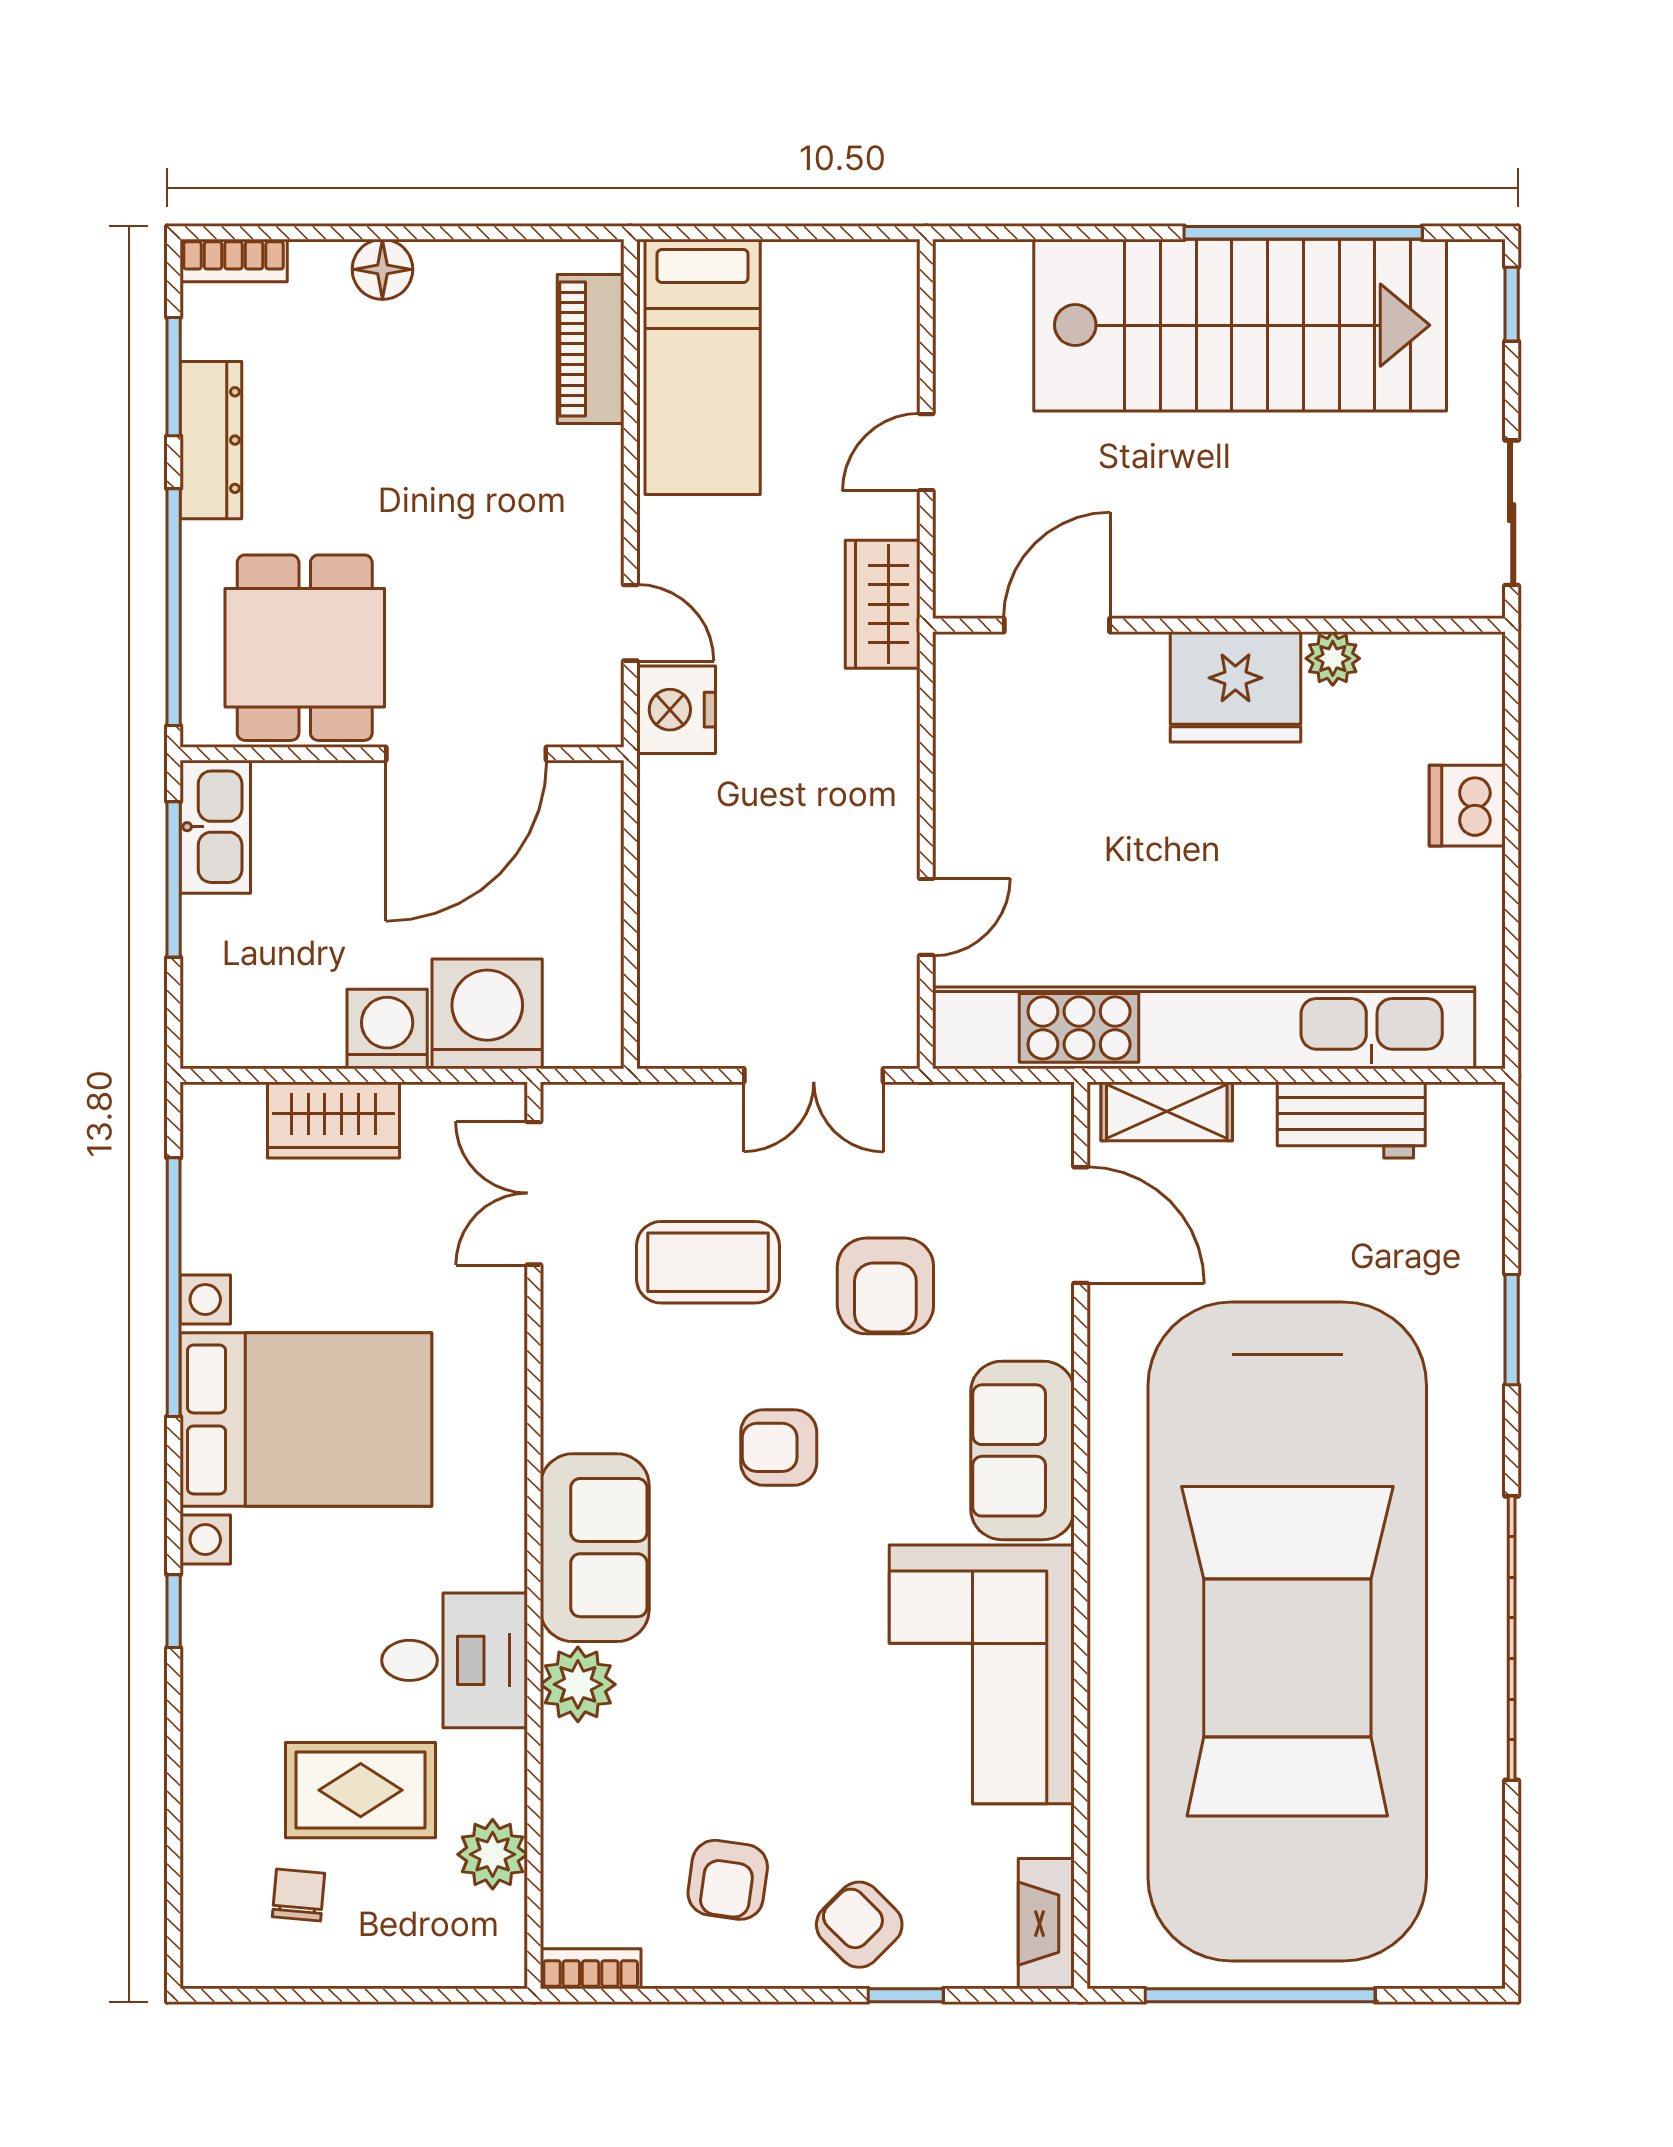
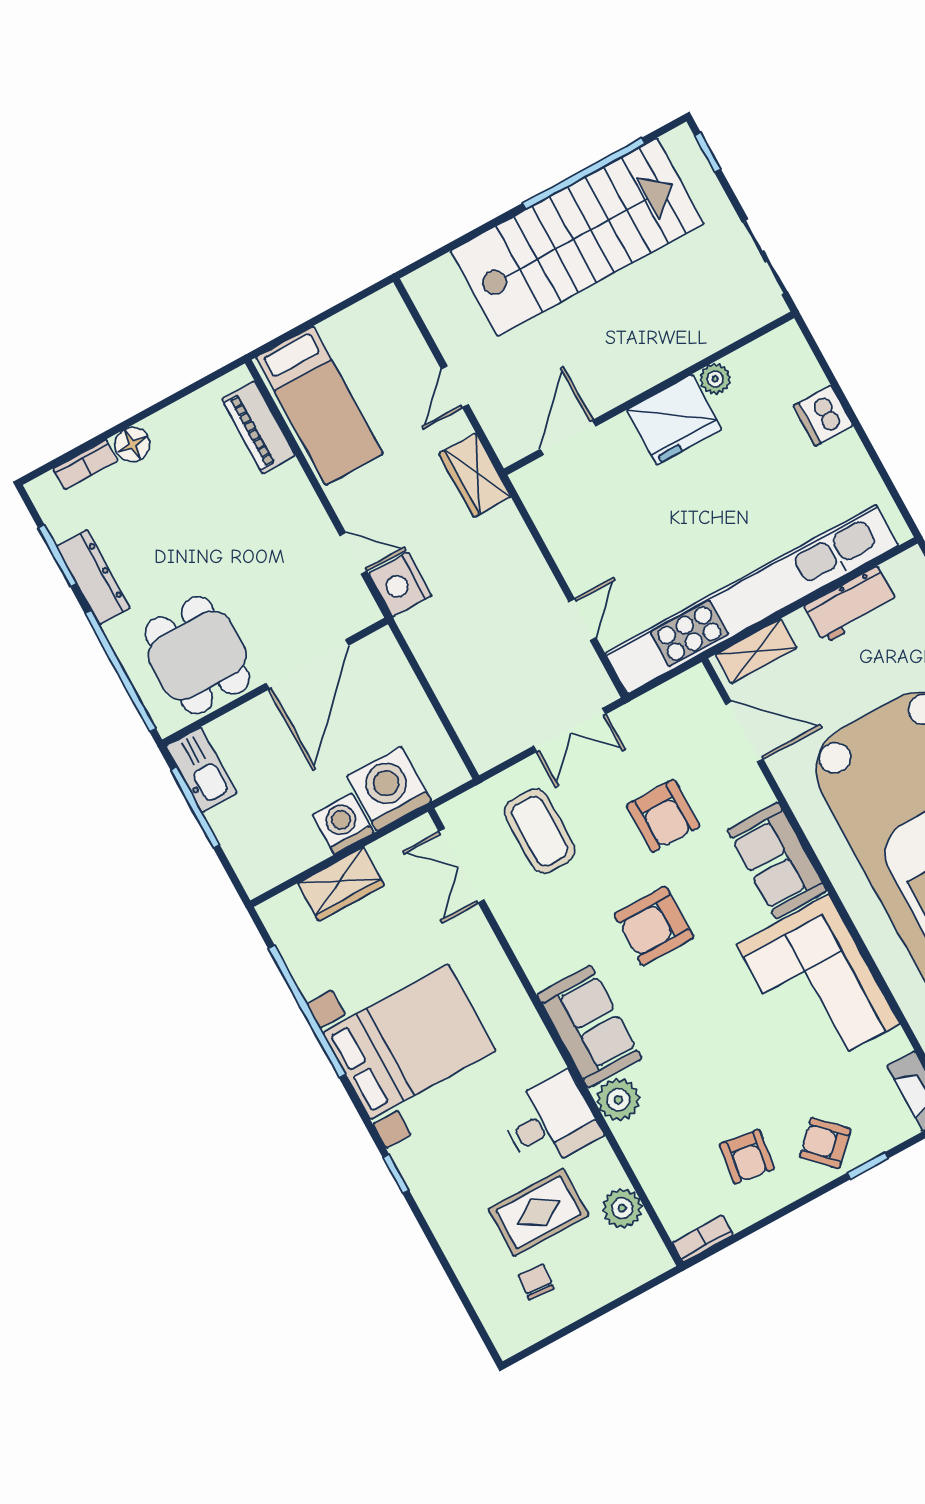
bookcase: (234, 261) -> (86, 464), moved
coffee table: (708, 1262) -> (540, 831), moved, turned 90
armchair: (779, 1447) -> (654, 926), width x1.38, depth x1.38

